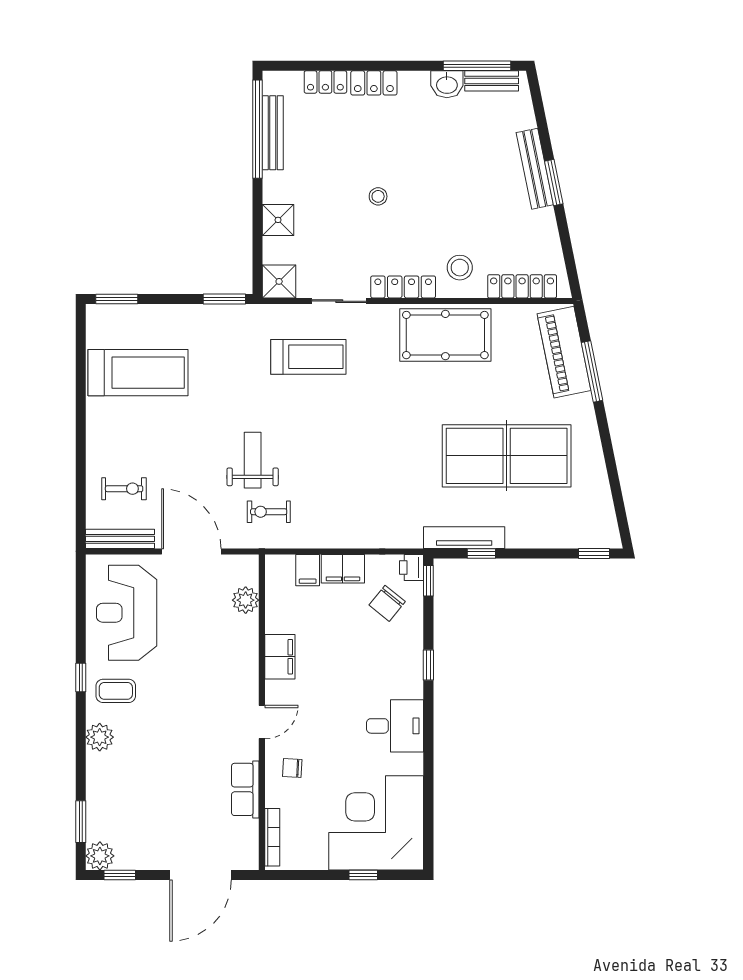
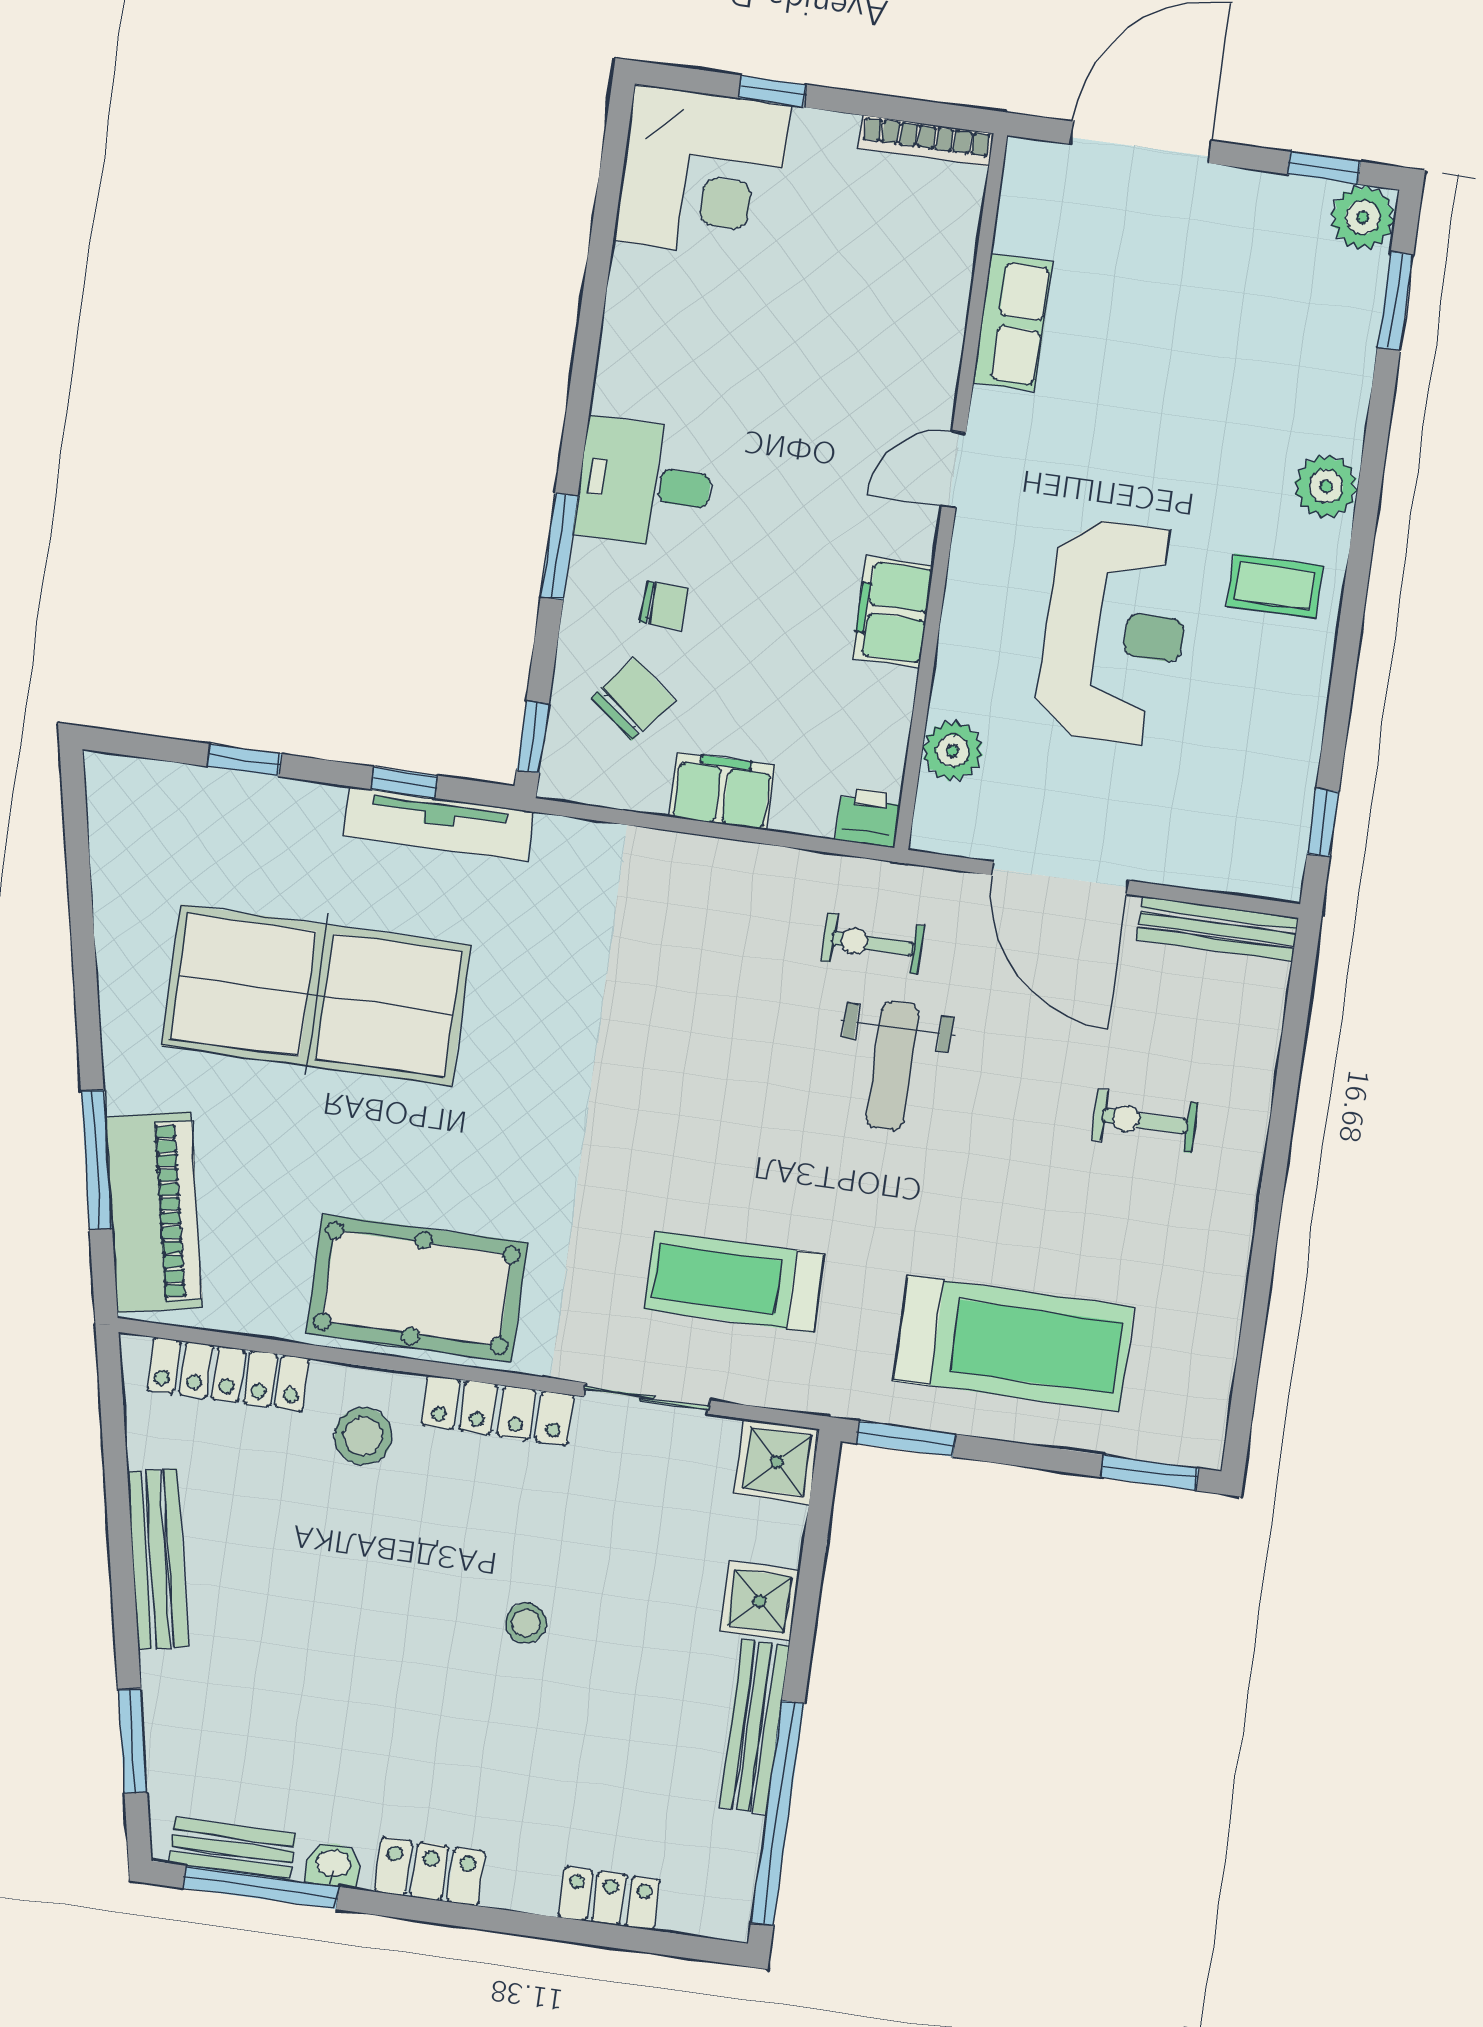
locker: (374, 83) -> (430, 1871), moved
washbasin: (447, 84) -> (333, 1865), width x0.72, depth x0.69
bench: (273, 133) -> (754, 1727), moved
bench: (535, 169) -> (158, 1559), moved
window: (554, 182) -> (133, 1741), moved
treadmill: (138, 373) -> (1013, 1344), moved, turned 180
exercise bike: (124, 489) -> (1145, 1121), moved
exercise bike: (269, 512) -> (873, 944), turned 180
window: (594, 553) -> (244, 760), moved
printer: (412, 568) -> (869, 817), moved, turned -90
filing cabinet: (308, 570) -> (803, 799), removed
reception desk: (127, 613) -> (1115, 632), moved
window: (428, 665) -> (559, 546), width x1.50
window: (81, 678) -> (1323, 823), moved
desk: (395, 726) -> (645, 483), moved
chair: (292, 768) -> (664, 605), moved
corner desk: (376, 823) -> (702, 173), width x0.74, depth x0.74
bookcase: (272, 837) -> (926, 141), moved, turned -90

